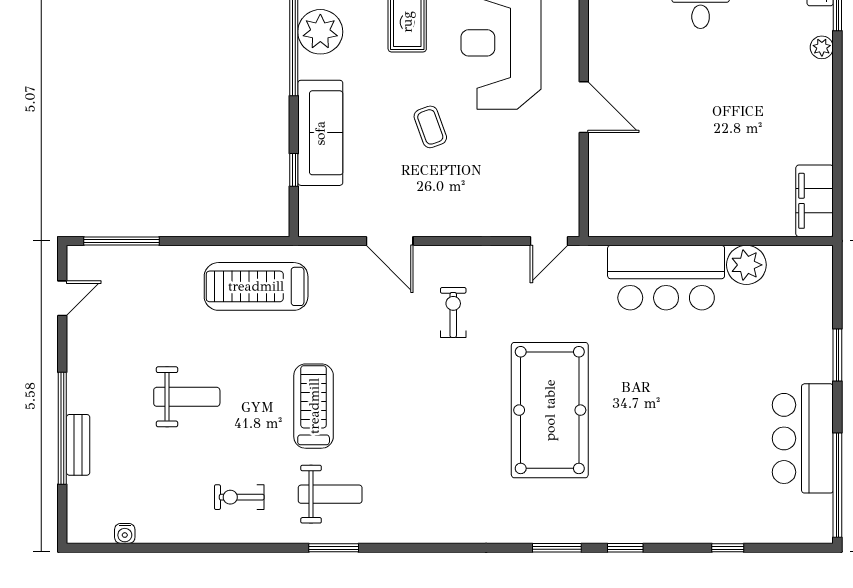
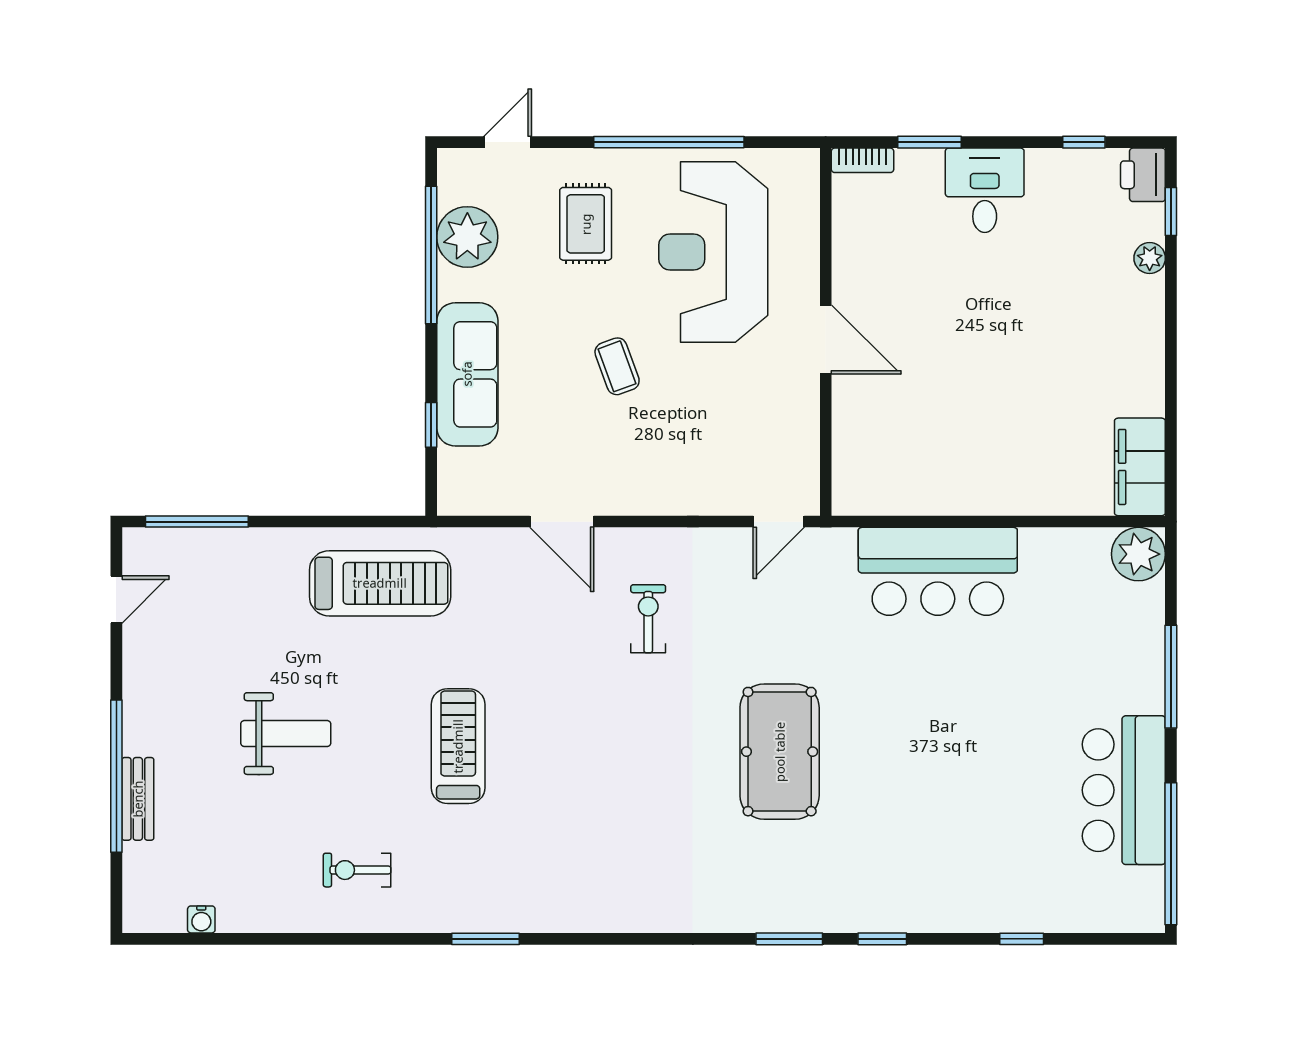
plant: (746, 265) -> (1138, 554), moved
treadmill: (256, 286) -> (380, 583), turned 180
window: (837, 355) -> (1171, 677), width x1.44
pool table: (550, 410) -> (780, 752), width x0.73, depth x0.76
weight bench: (330, 494) -> (481, 866), removed

